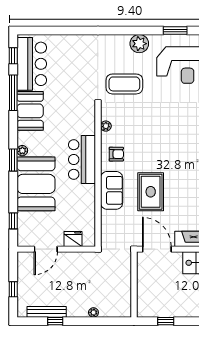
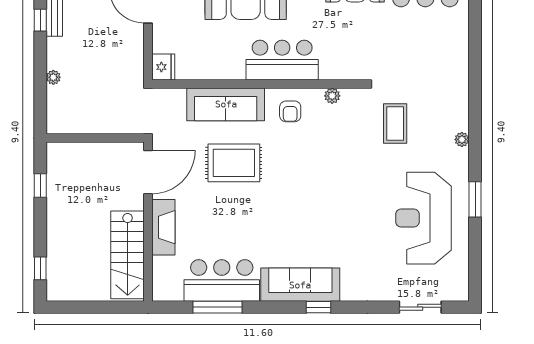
plant: (139, 44) -> (462, 139), width x0.53, depth x0.53
coffee table: (124, 84) -> (395, 123), width x0.73, depth x0.76
sofa: (112, 190) -> (226, 104), width x1.36
fridge: (73, 239) -> (163, 67), moved

